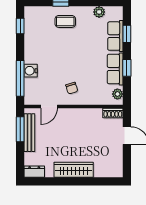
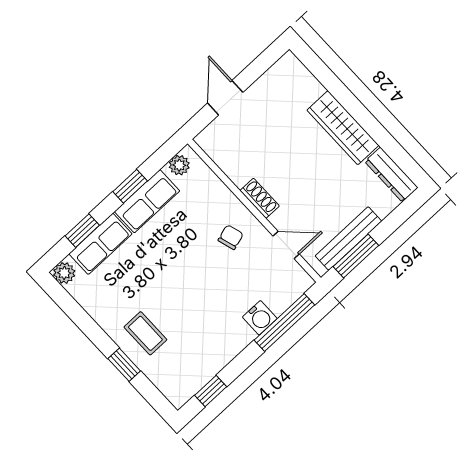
plant: (99, 12) -> (64, 273), moved
shoe rack: (113, 113) -> (260, 198), moved
dresser: (34, 172) -> (391, 175), width x1.44

